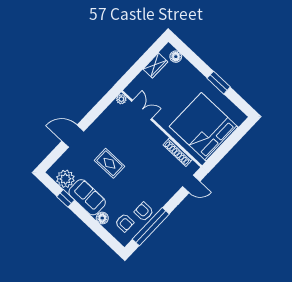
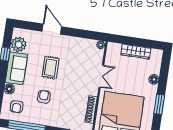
floor lamp: (176, 57) -> (154, 79), moved
wardrobe: (155, 65) -> (136, 52), width x1.50
double door: (142, 110) -> (101, 76), moved
armchair: (144, 212) -> (44, 97), moved

